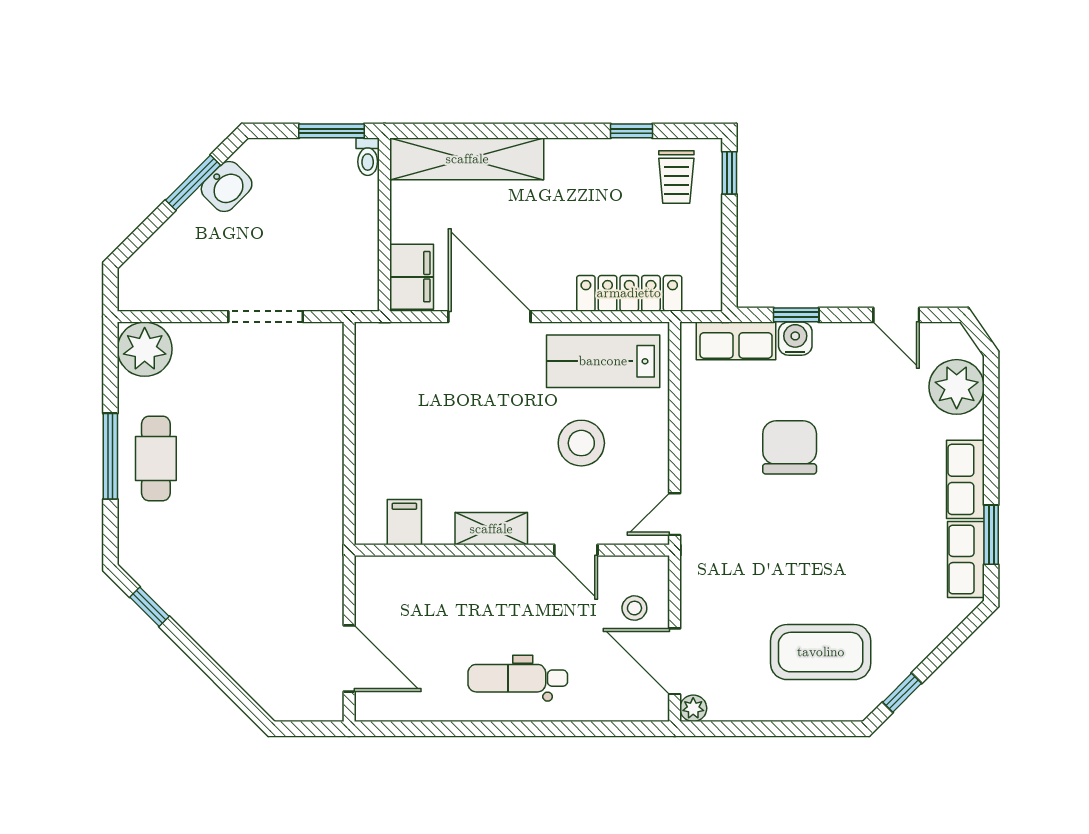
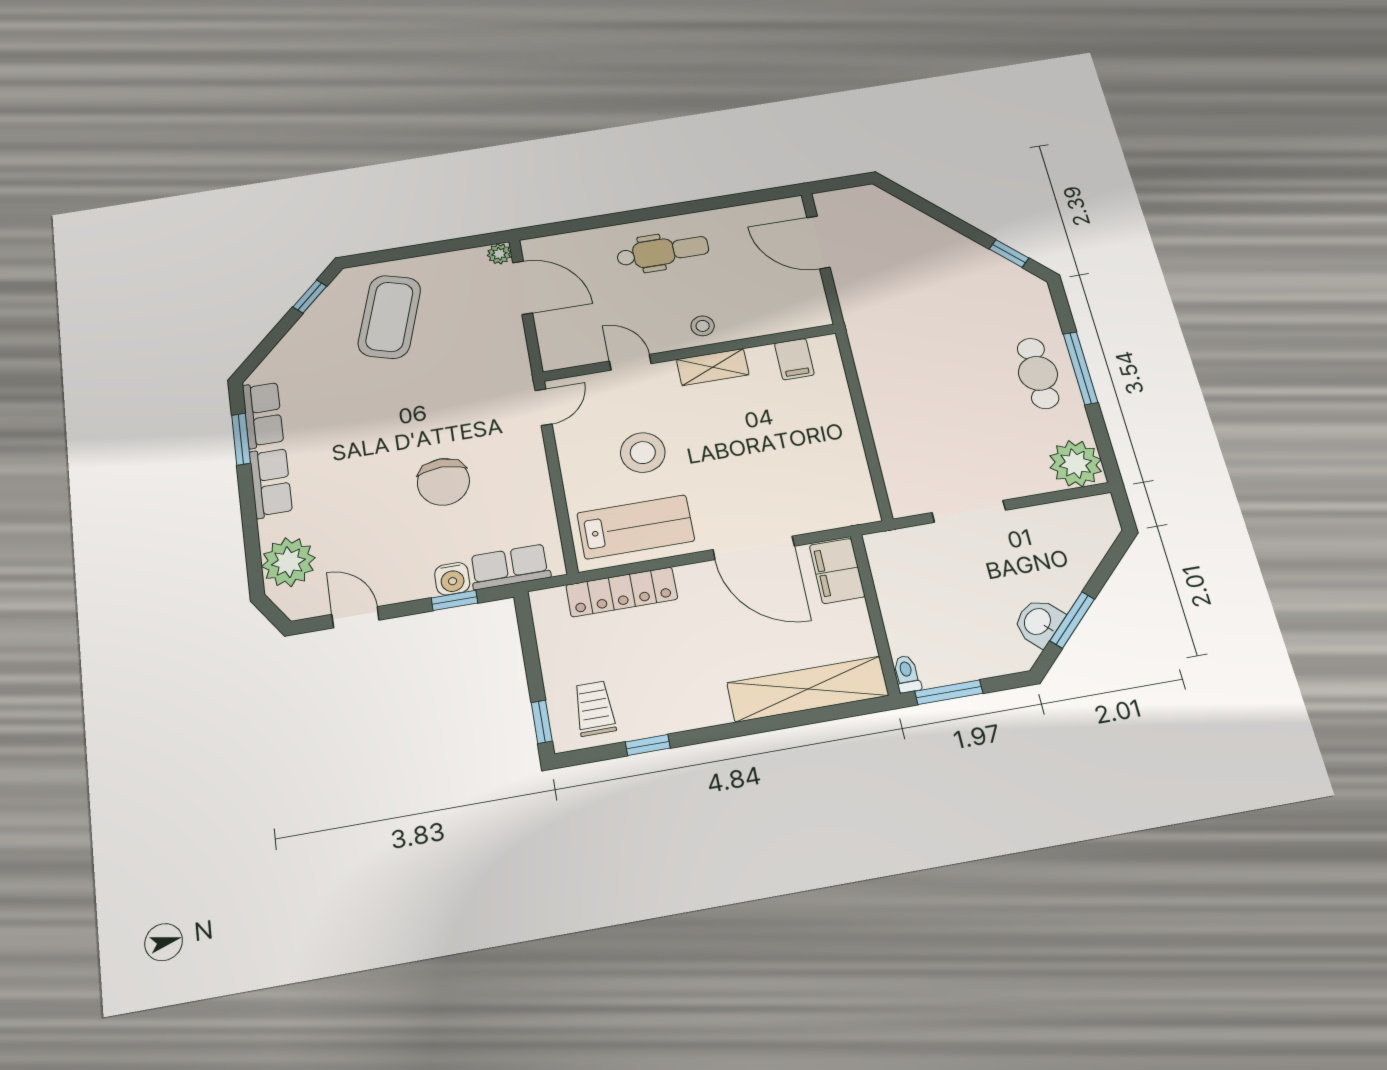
stool: (634, 608) -> (703, 326), moved
coffee table: (821, 652) -> (389, 317), turned -73

